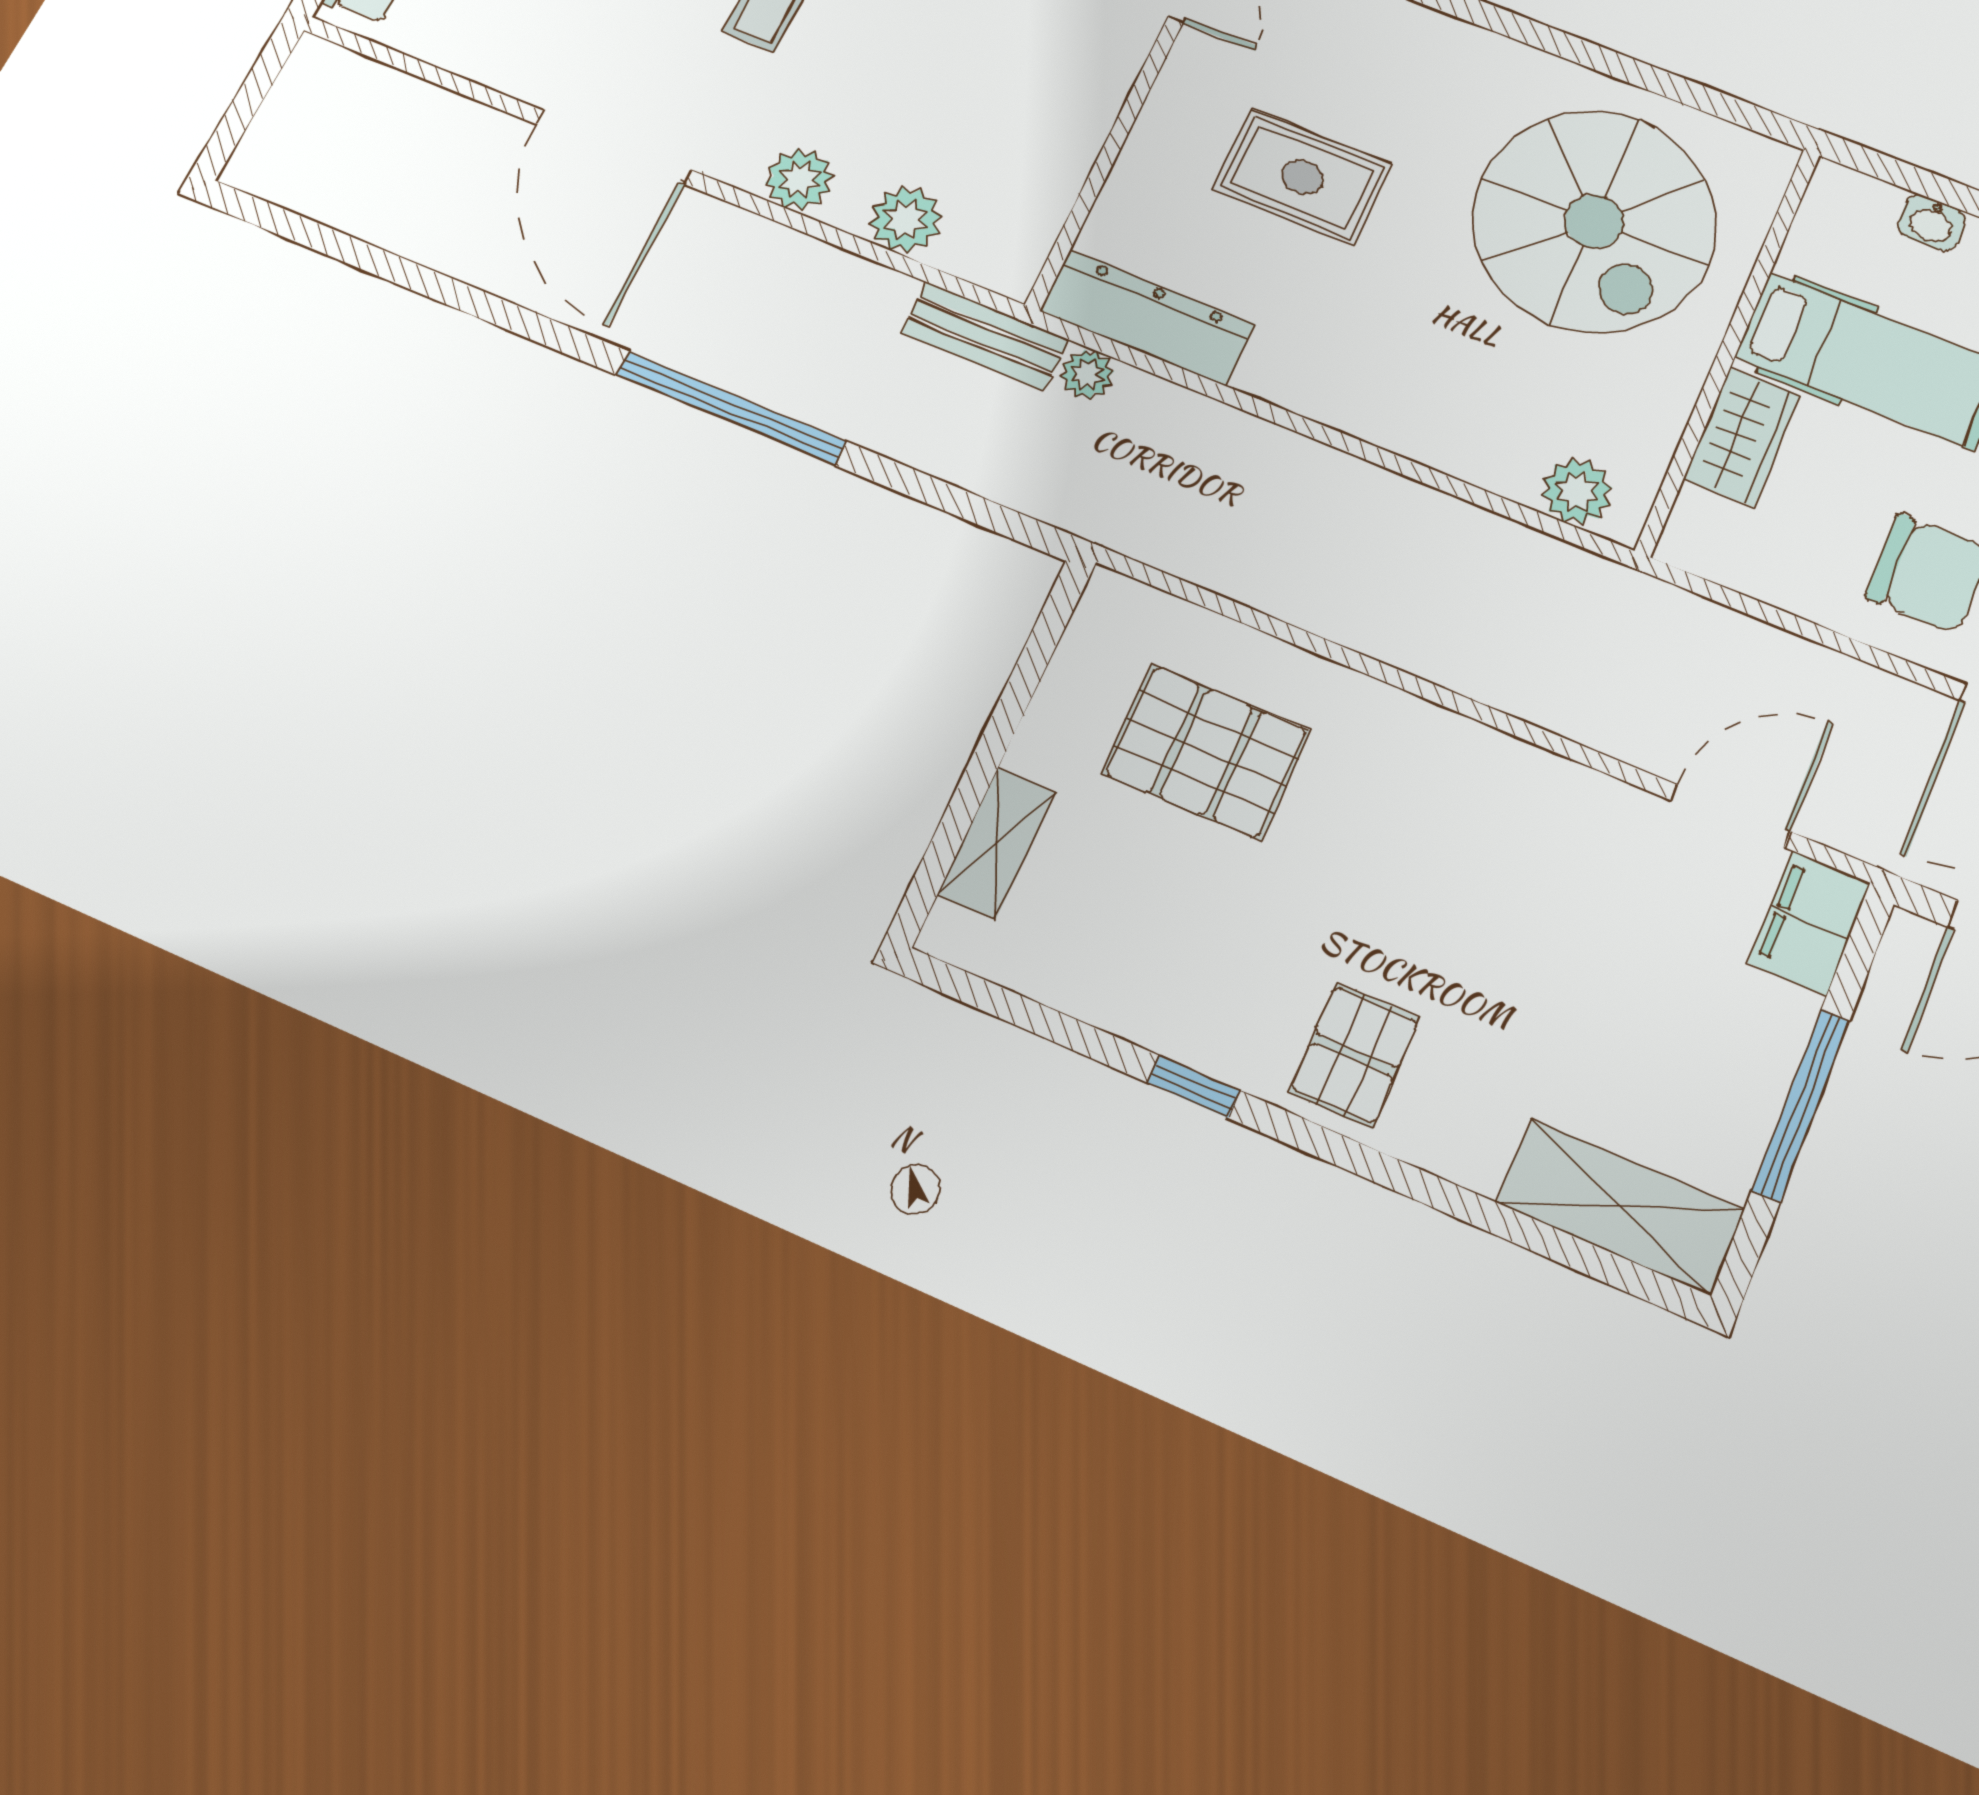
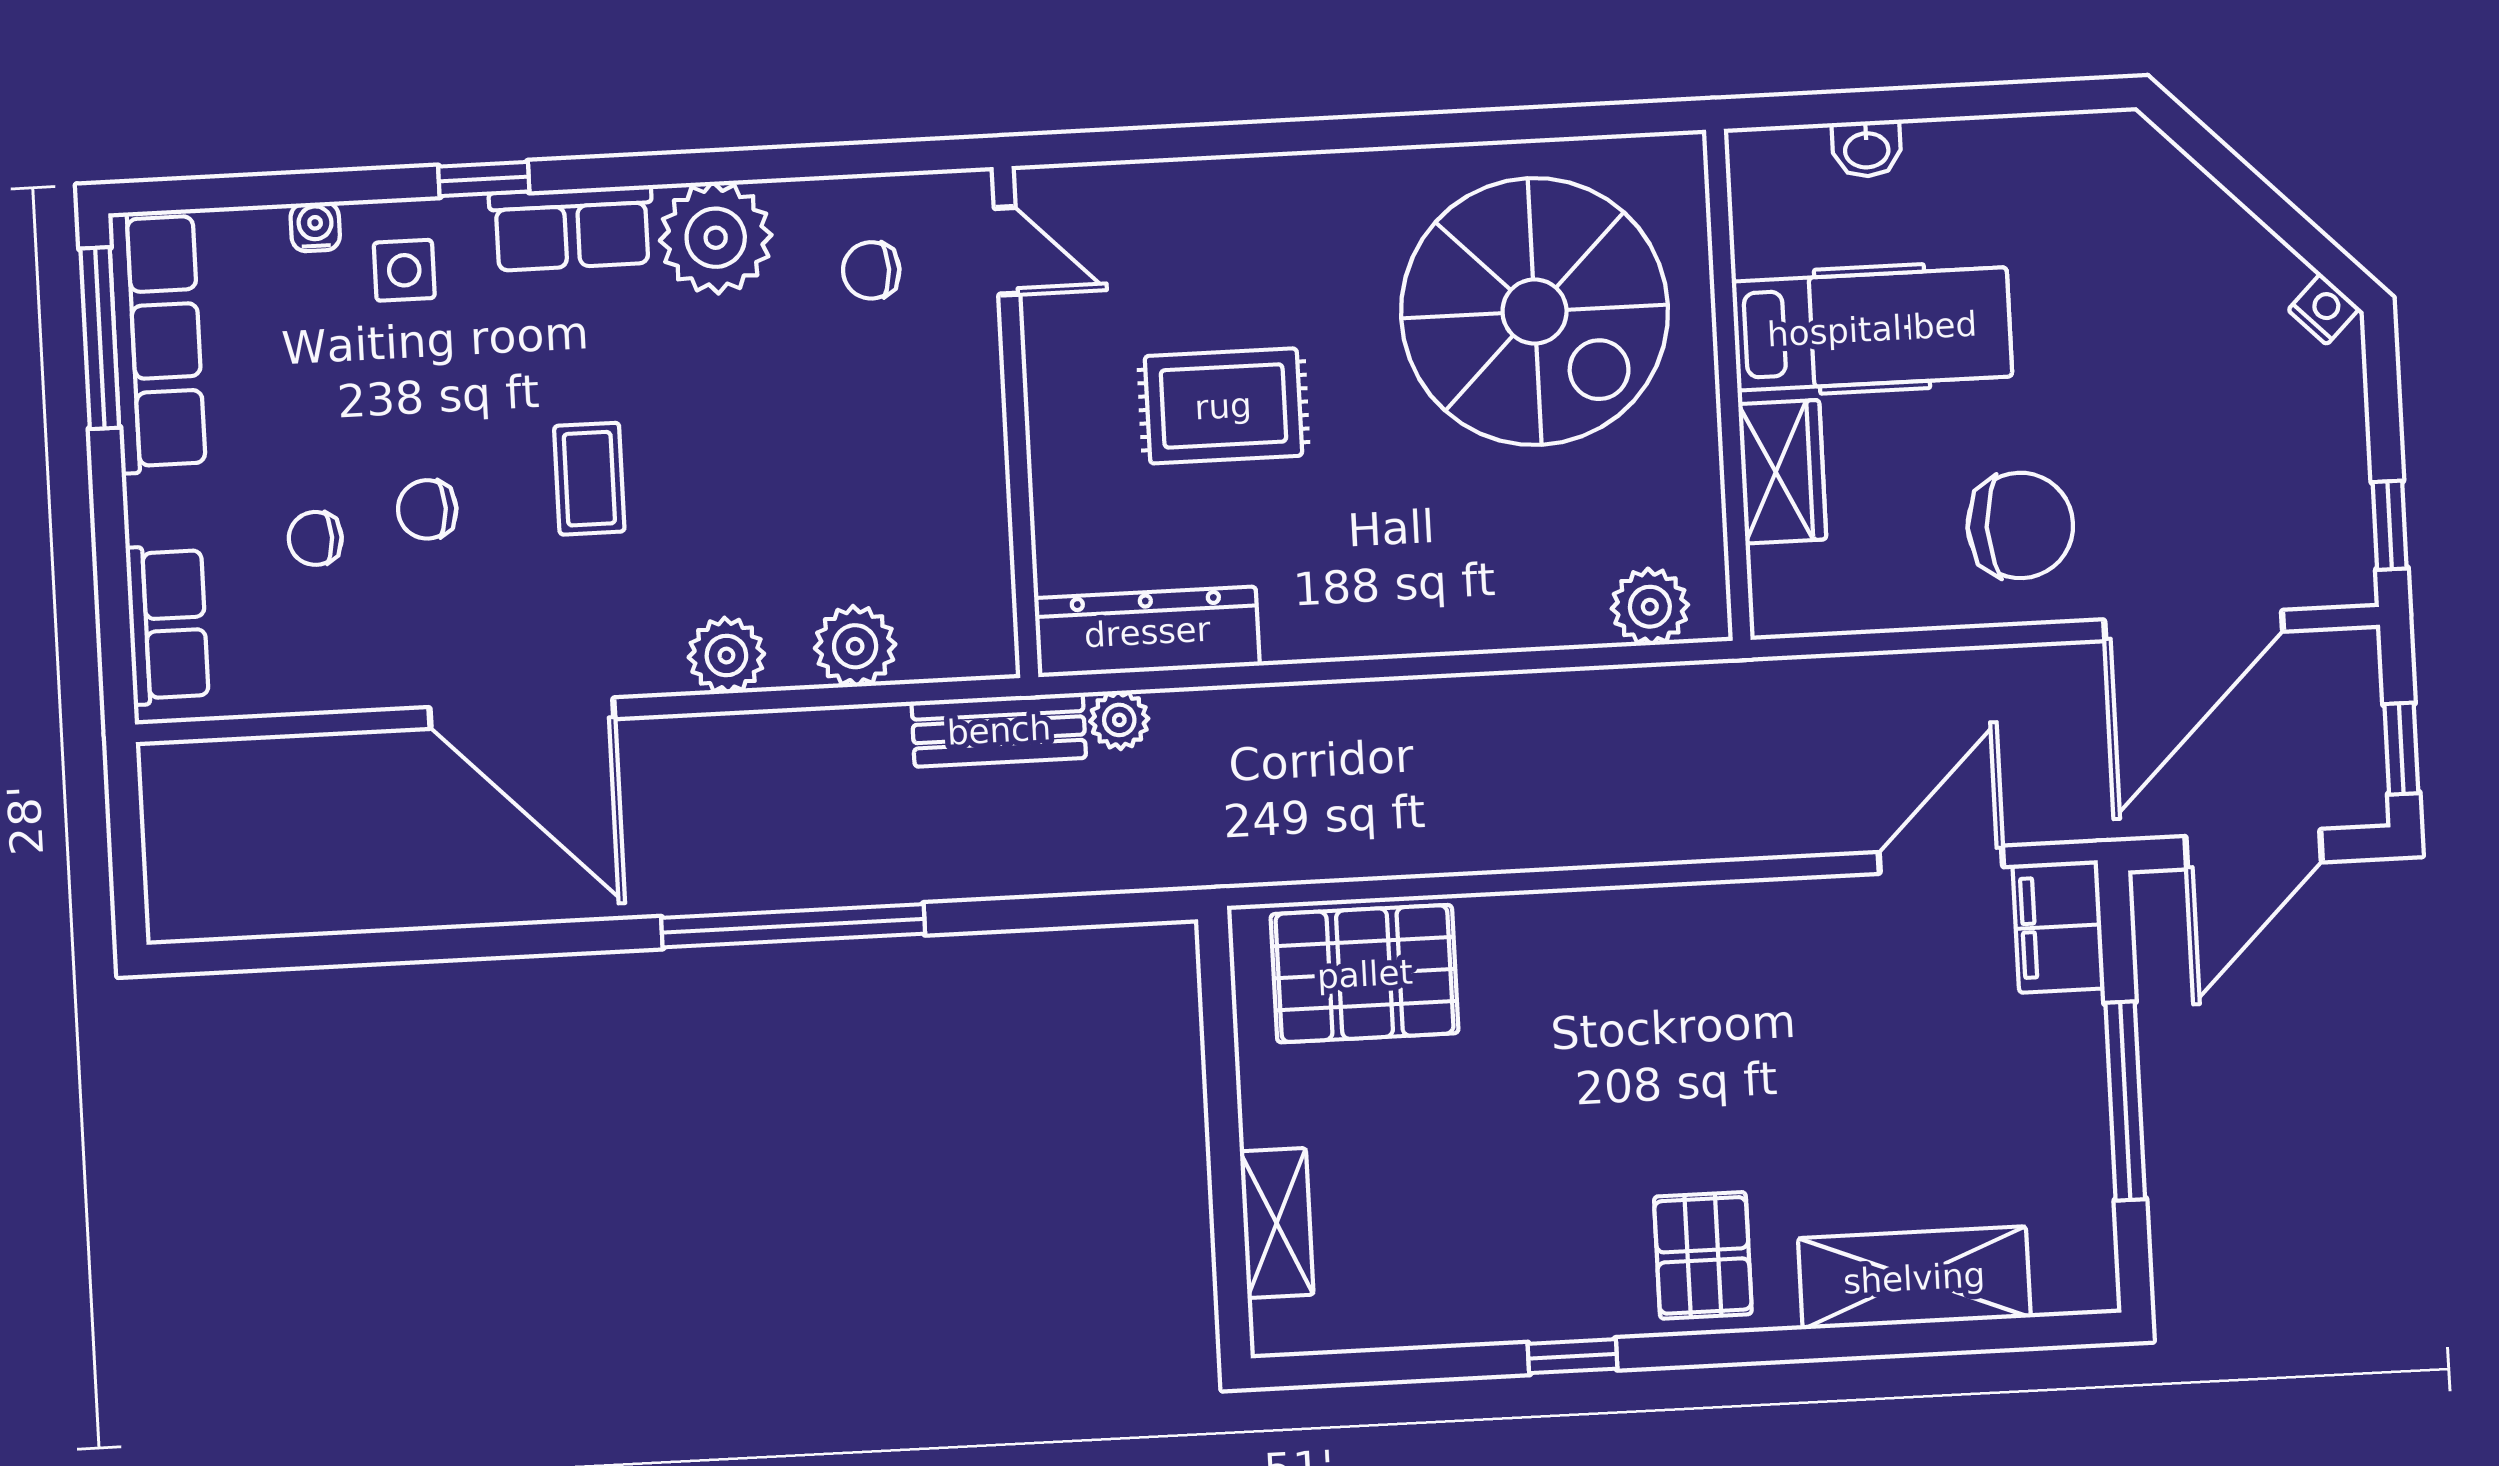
pallet: (1206, 752) -> (1365, 974), moved
shelving: (1620, 1206) -> (1914, 1278), moved

